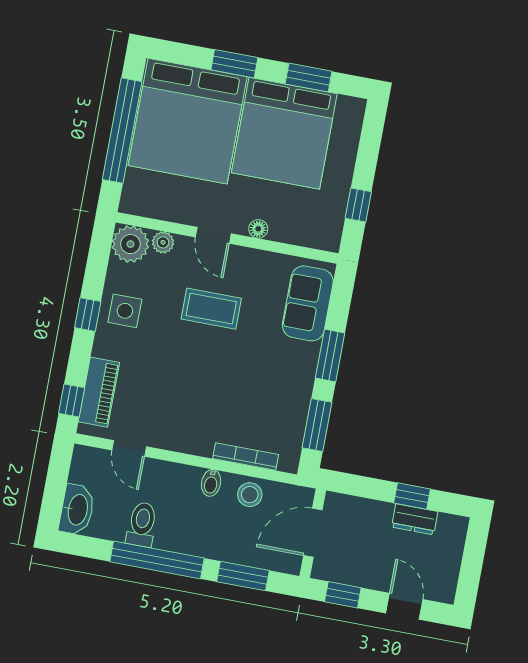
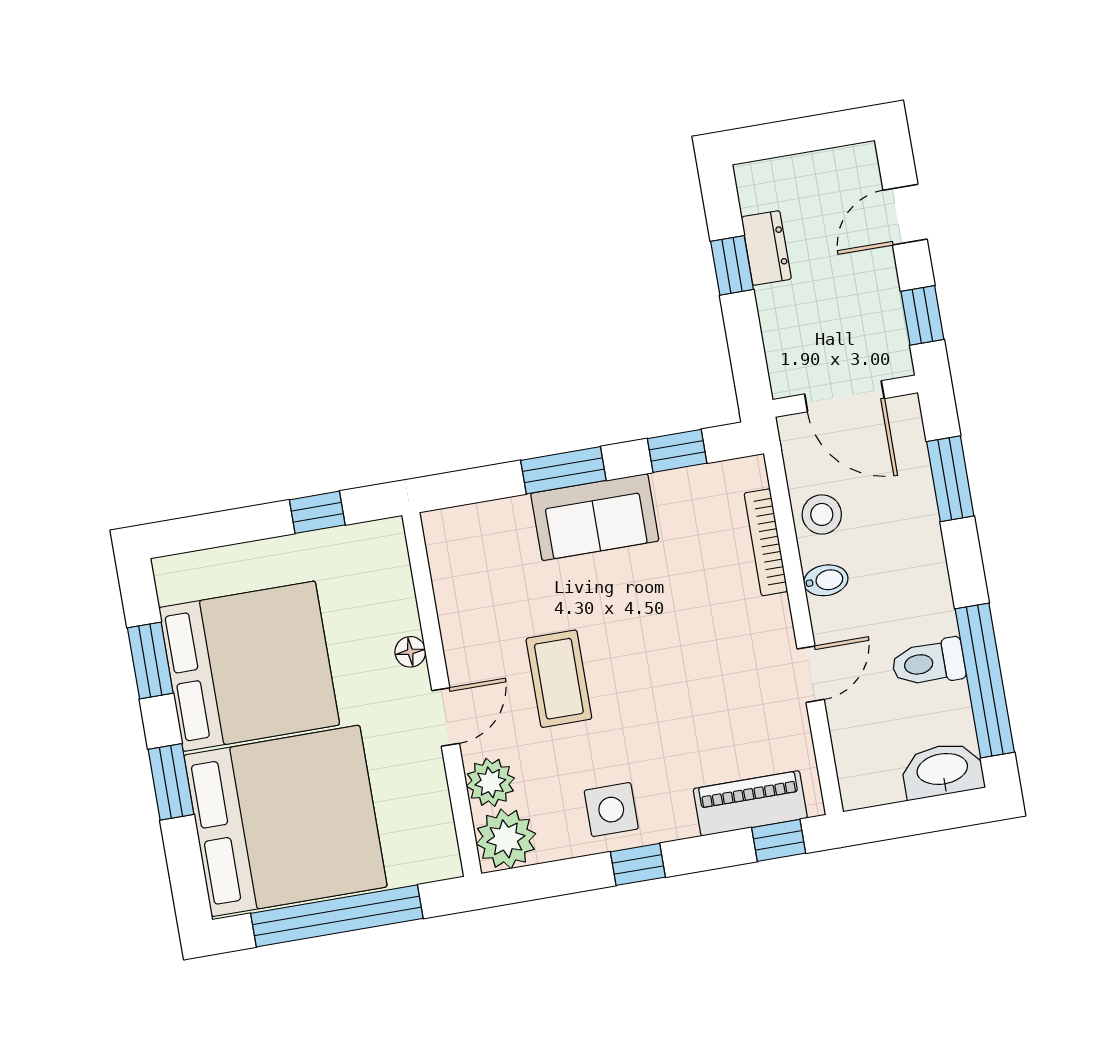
plant: (163, 242) -> (490, 782), width x1.38, depth x1.38
sofa: (308, 303) -> (595, 517), moved
window: (317, 425) -> (677, 451), width x0.67
door: (129, 448) -> (811, 674), moved
window: (157, 560) -> (985, 681), moved

